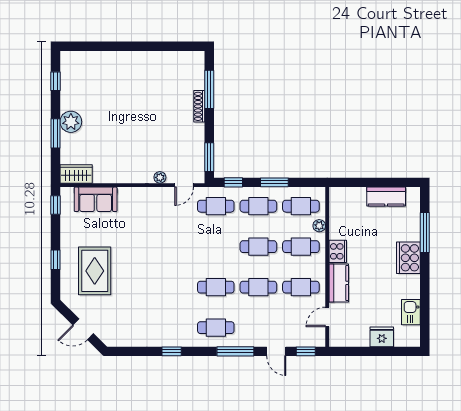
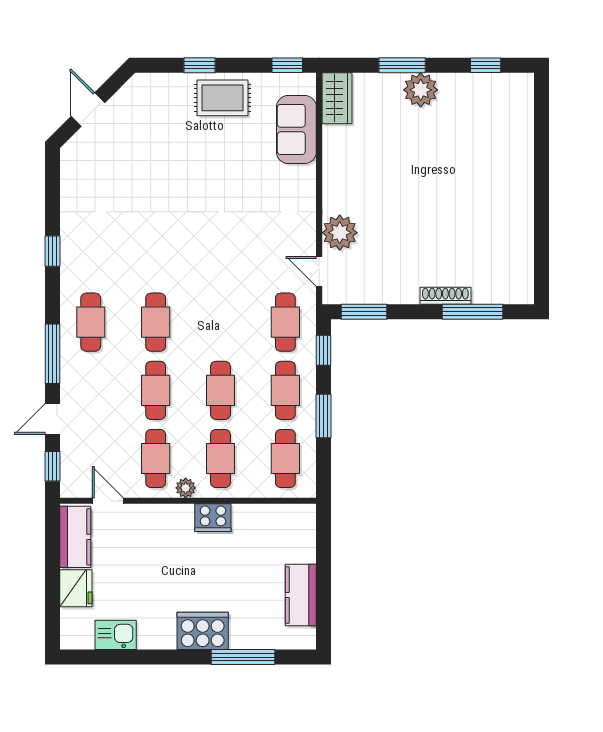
plant: (160, 177) -> (340, 233), width x1.88, depth x1.88
plant: (319, 226) -> (186, 488), moved
rug: (95, 271) -> (223, 98), moved, width x0.73, depth x0.70
kitchen counter: (339, 283) -> (75, 537), moved, turned -90

